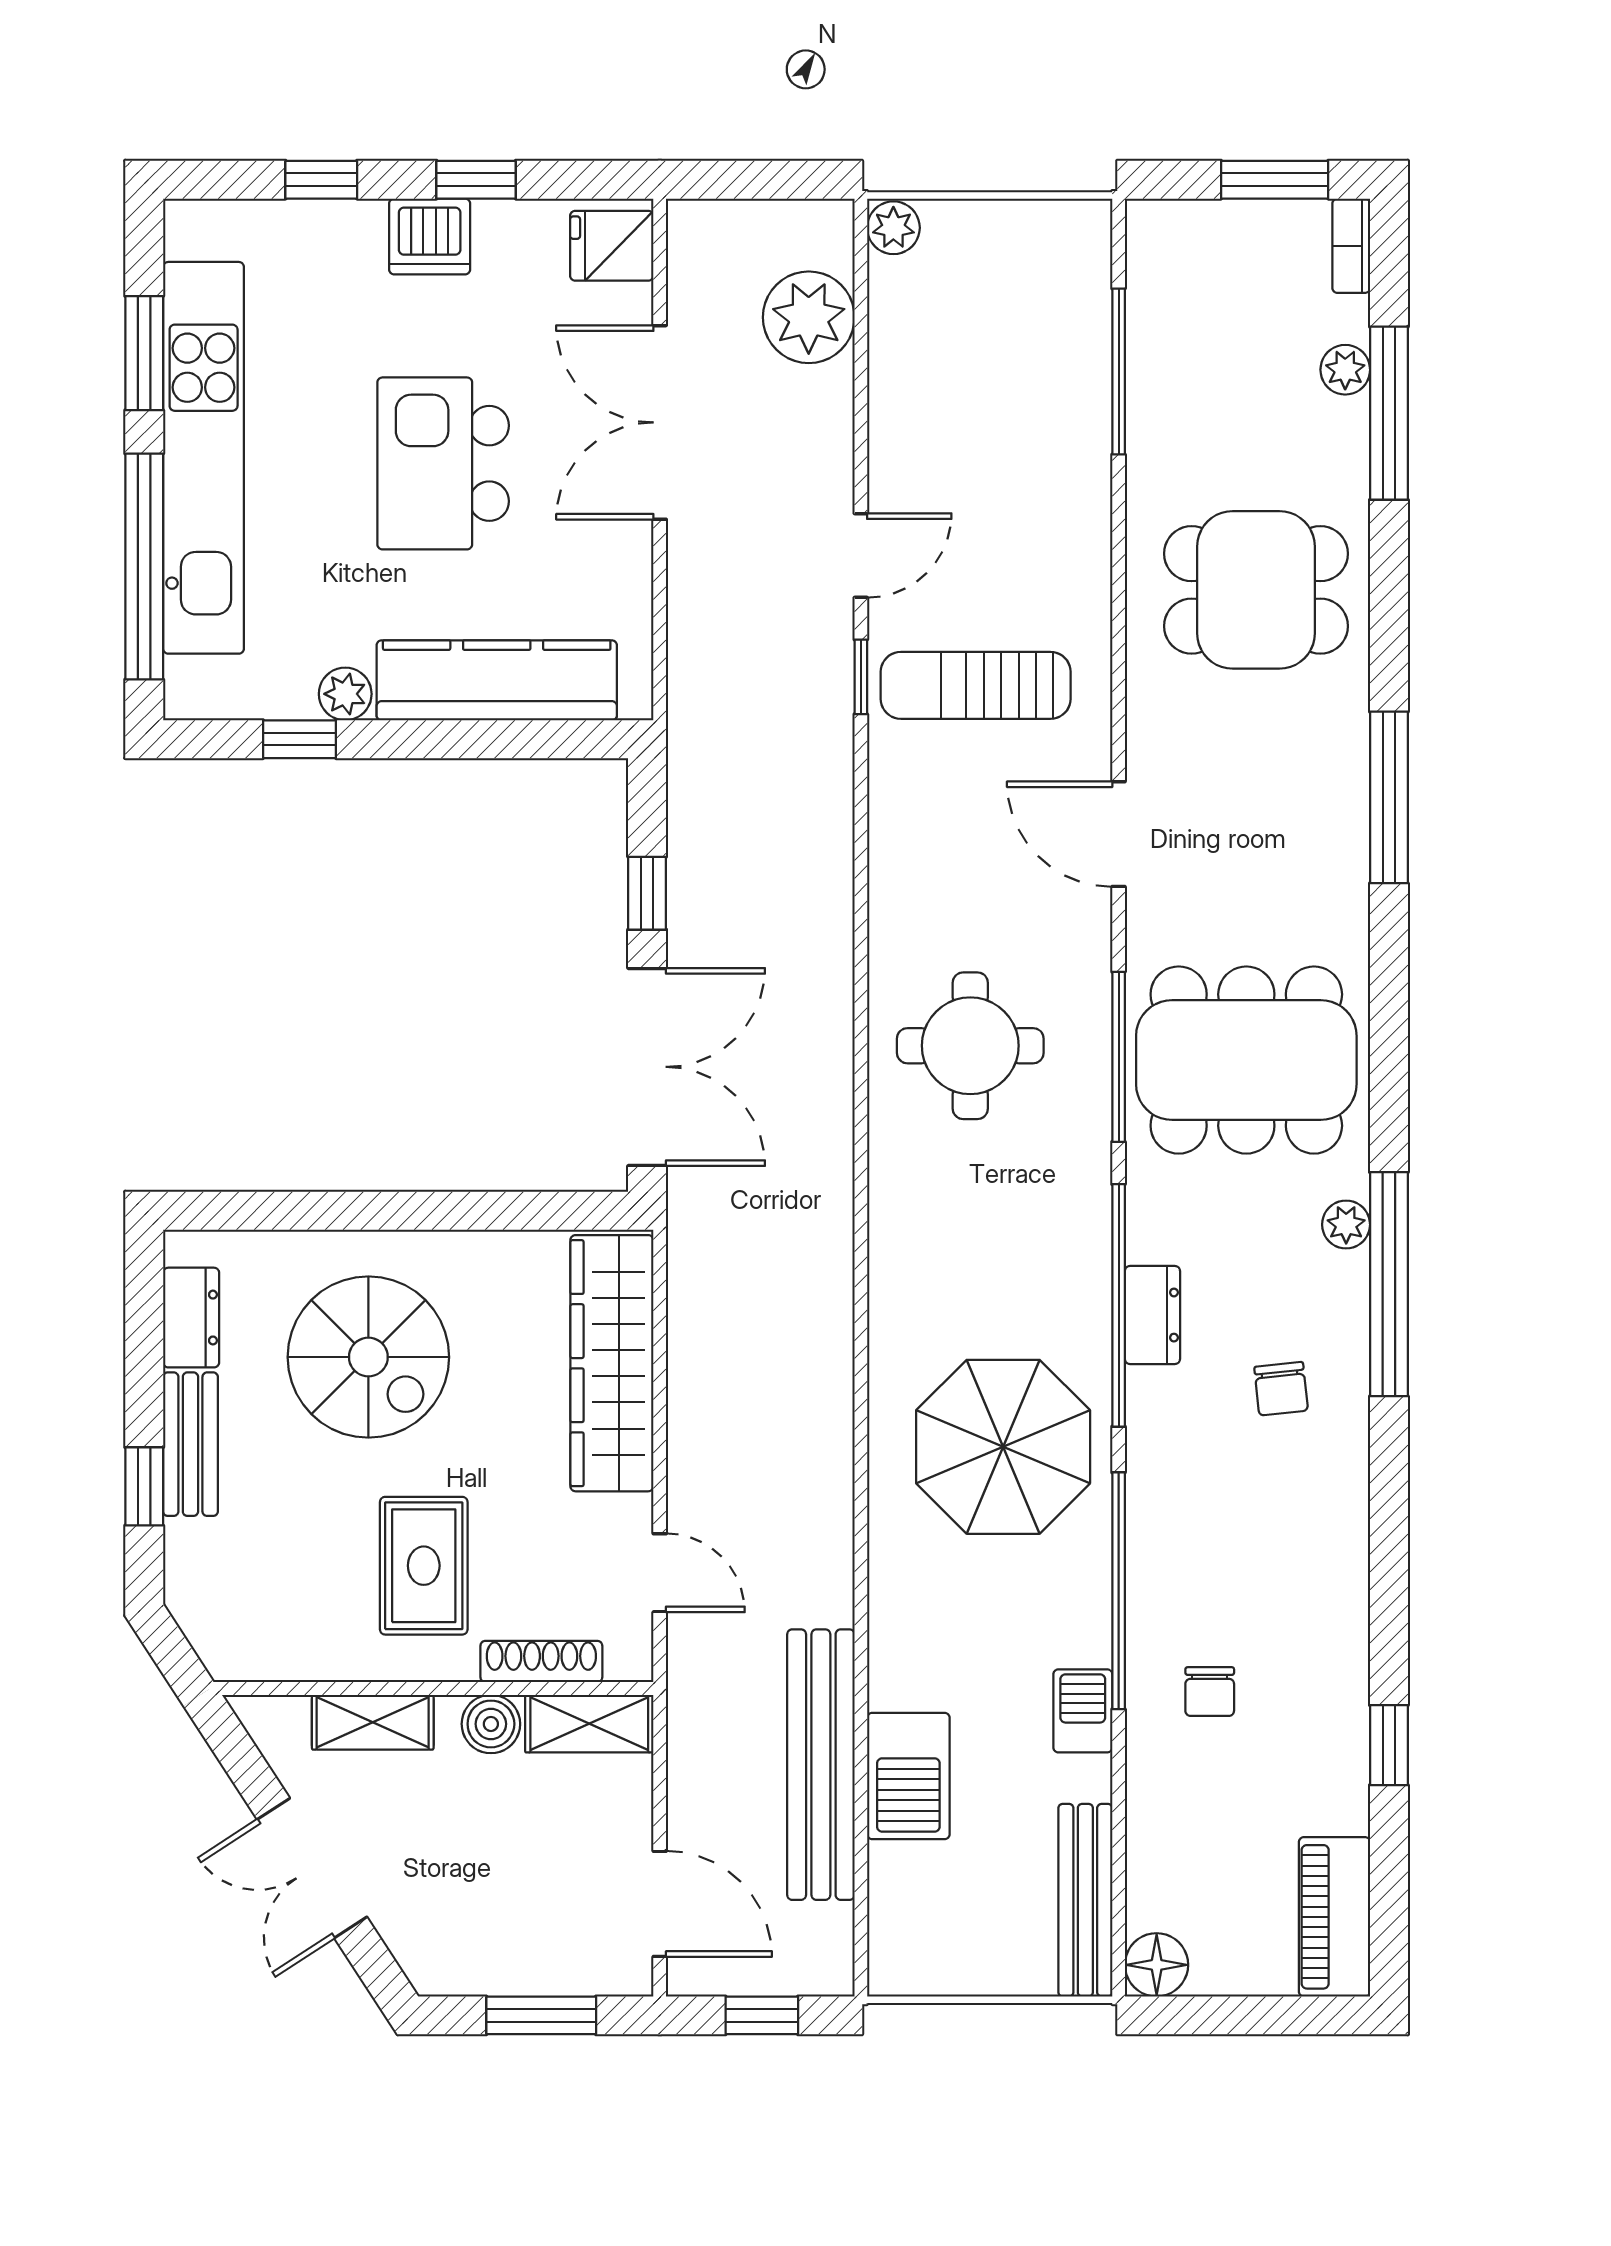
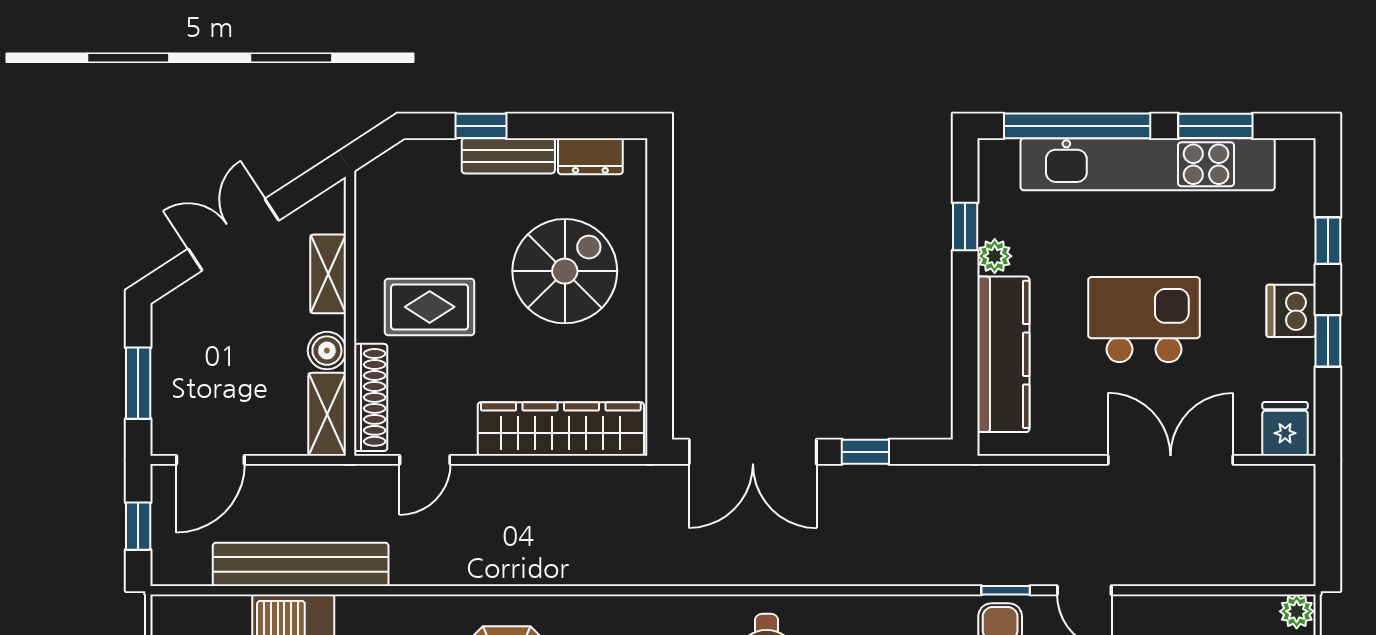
plant: (809, 317) -> (1239, 557), removed
spiral stairs: (368, 1357) -> (565, 271), turned 180
shoe rack: (541, 1661) -> (371, 397), width x1.36, depth x1.24

